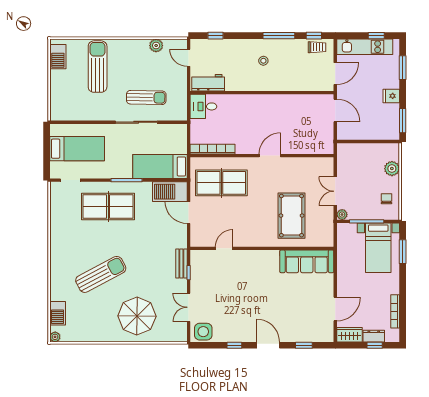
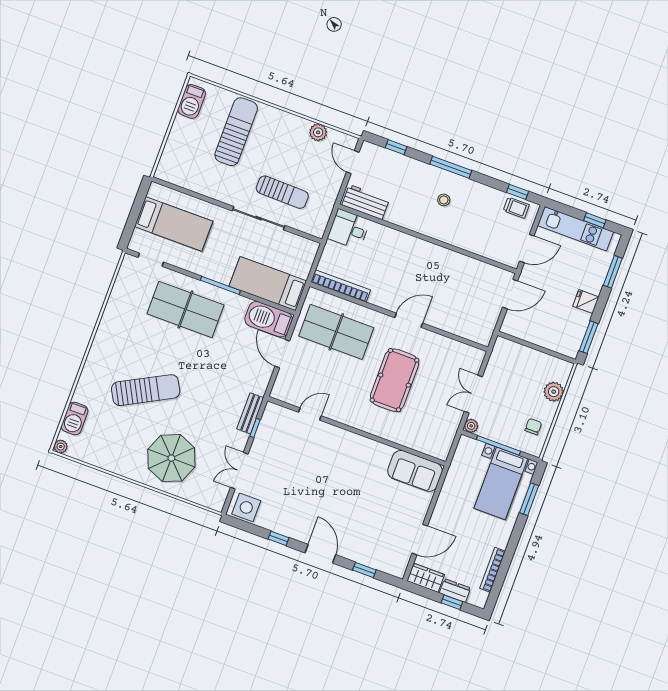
window: (279, 36) -> (451, 167), moved
door: (335, 110) -> (510, 294), hinge flipped
pool table: (291, 216) -> (394, 380), moved
sofa: (307, 261) -> (415, 471), width x0.73

